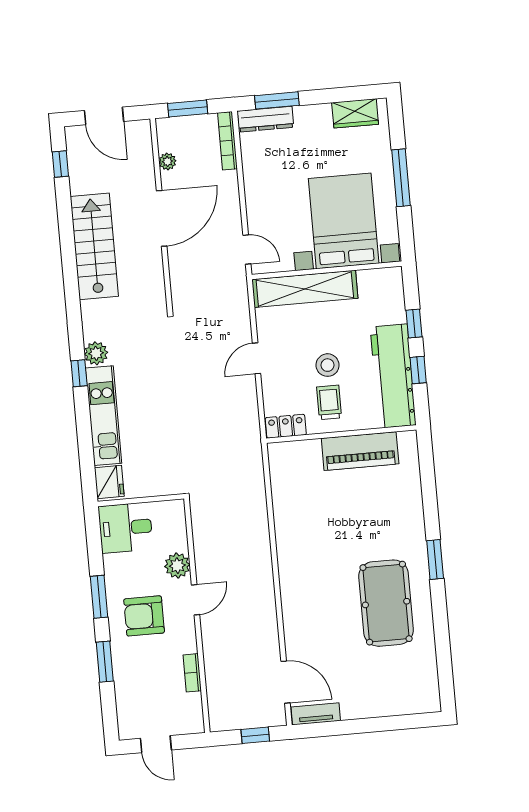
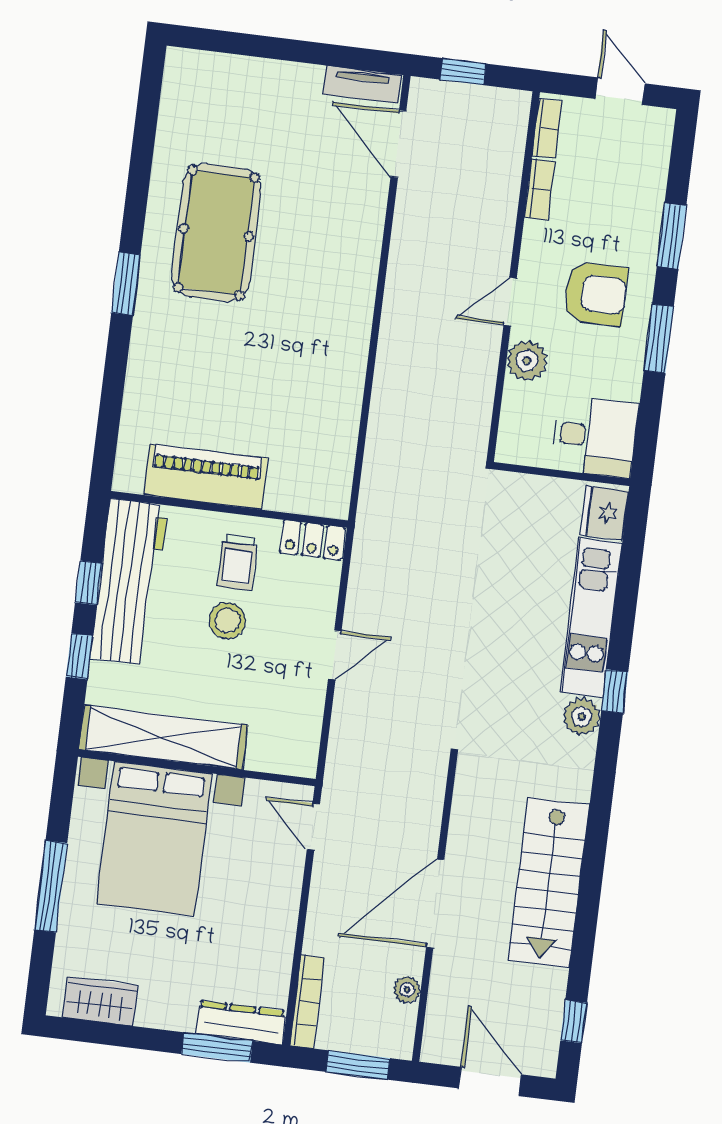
shelving: (305, 289) -> (163, 737), moved
bookcase: (196, 711) -> (547, 128), added

